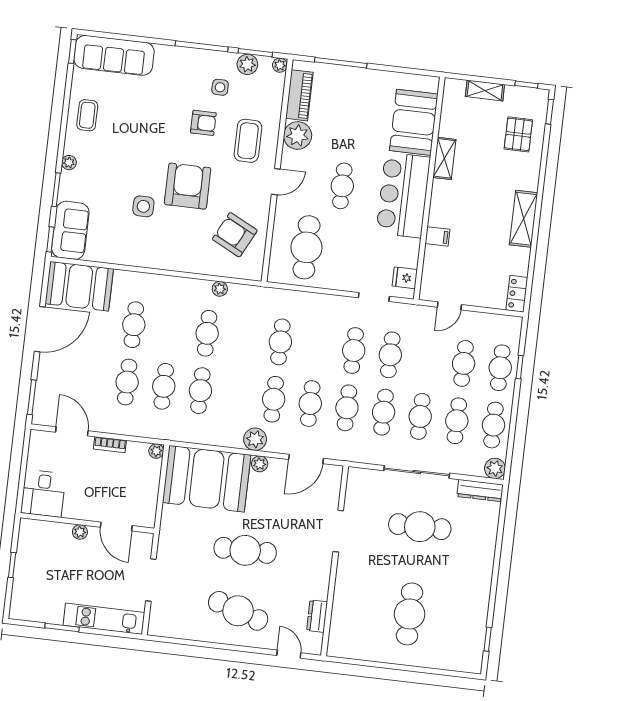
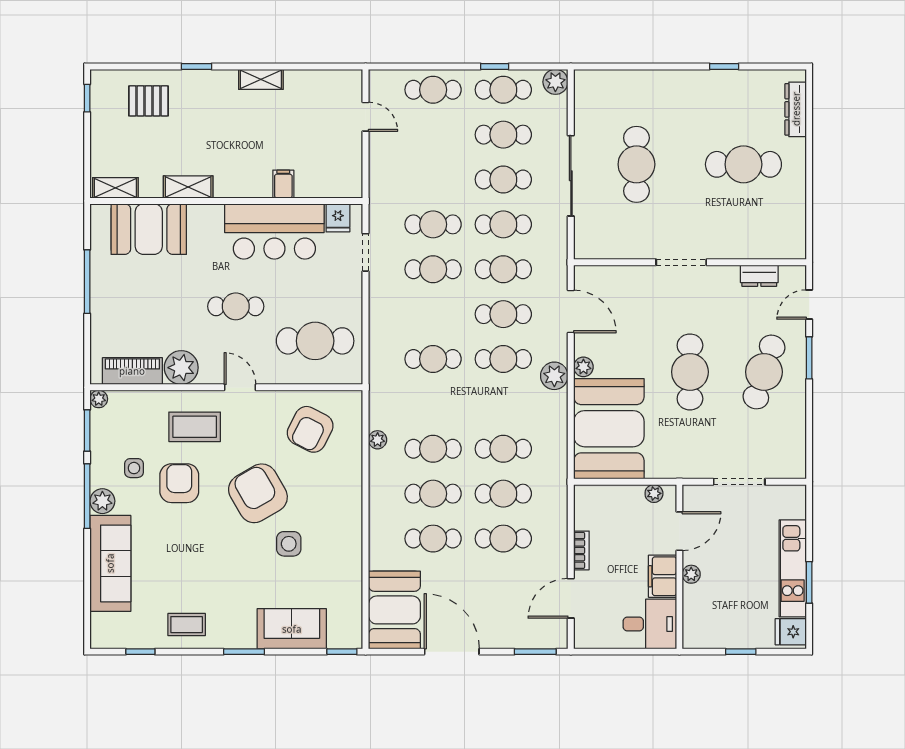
window: (72, 51) -> (140, 652), moved
sofa: (114, 55) -> (110, 563), moved
window: (341, 63) -> (87, 282), moved
plant: (247, 64) -> (102, 501), moved
shelving: (485, 90) -> (115, 188), moved, turned 90
window: (550, 112) -> (197, 66), moved
armchair: (203, 123) -> (179, 483), width x1.38, depth x1.38
plant: (69, 163) -> (246, 640), removed
armchair: (188, 186) -> (258, 493), turned 60
window: (56, 190) -> (244, 652), moved
bar counter: (403, 195) -> (274, 231), moved
shelving: (524, 219) -> (261, 79), width x0.67, depth x0.75
sofa: (70, 230) -> (292, 629), moved
locker: (517, 294) -> (341, 80), removed
door: (449, 306) -> (366, 117), moved
cafe table: (464, 363) -> (433, 494), moved
window: (520, 367) -> (495, 66), moved
plant: (156, 451) -> (654, 493), moved
dresser: (480, 491) -> (796, 109), moved, turned 180
filing cabinet: (81, 508) -> (662, 576), added
doorway: (338, 531) -> (681, 262), moved
fridge: (23, 608) -> (791, 632), added
kitchen unit: (104, 619) -> (793, 568), moved
window: (488, 639) -> (724, 66), moved
window: (245, 649) -> (809, 358), added

